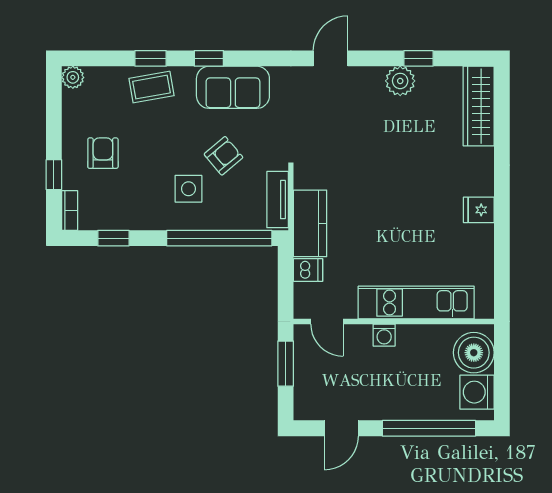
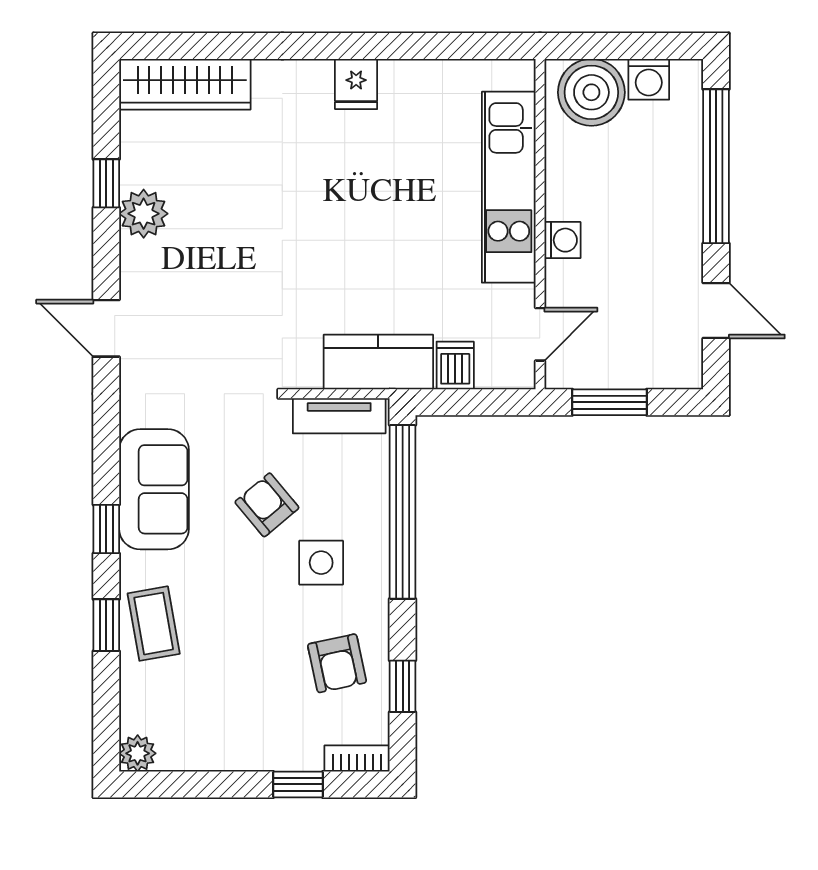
armchair: (103, 153) -> (337, 663), moved, turned -102
washing machine: (477, 392) -> (649, 79), width x0.73, depth x0.73

